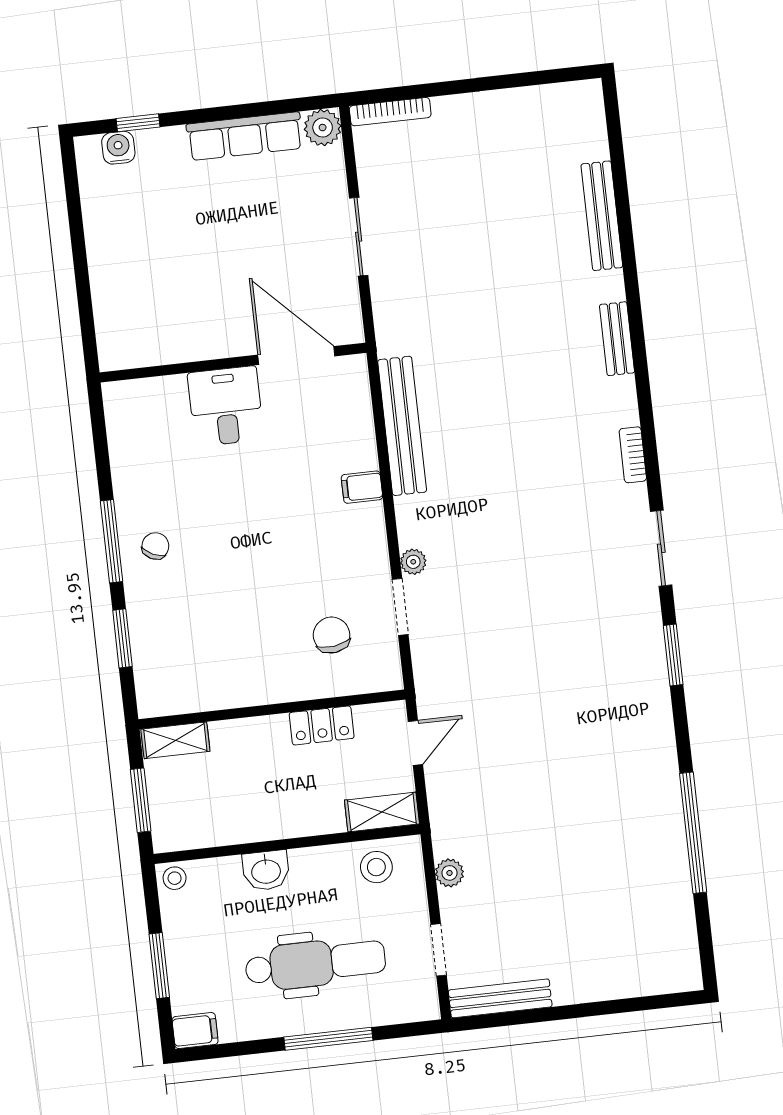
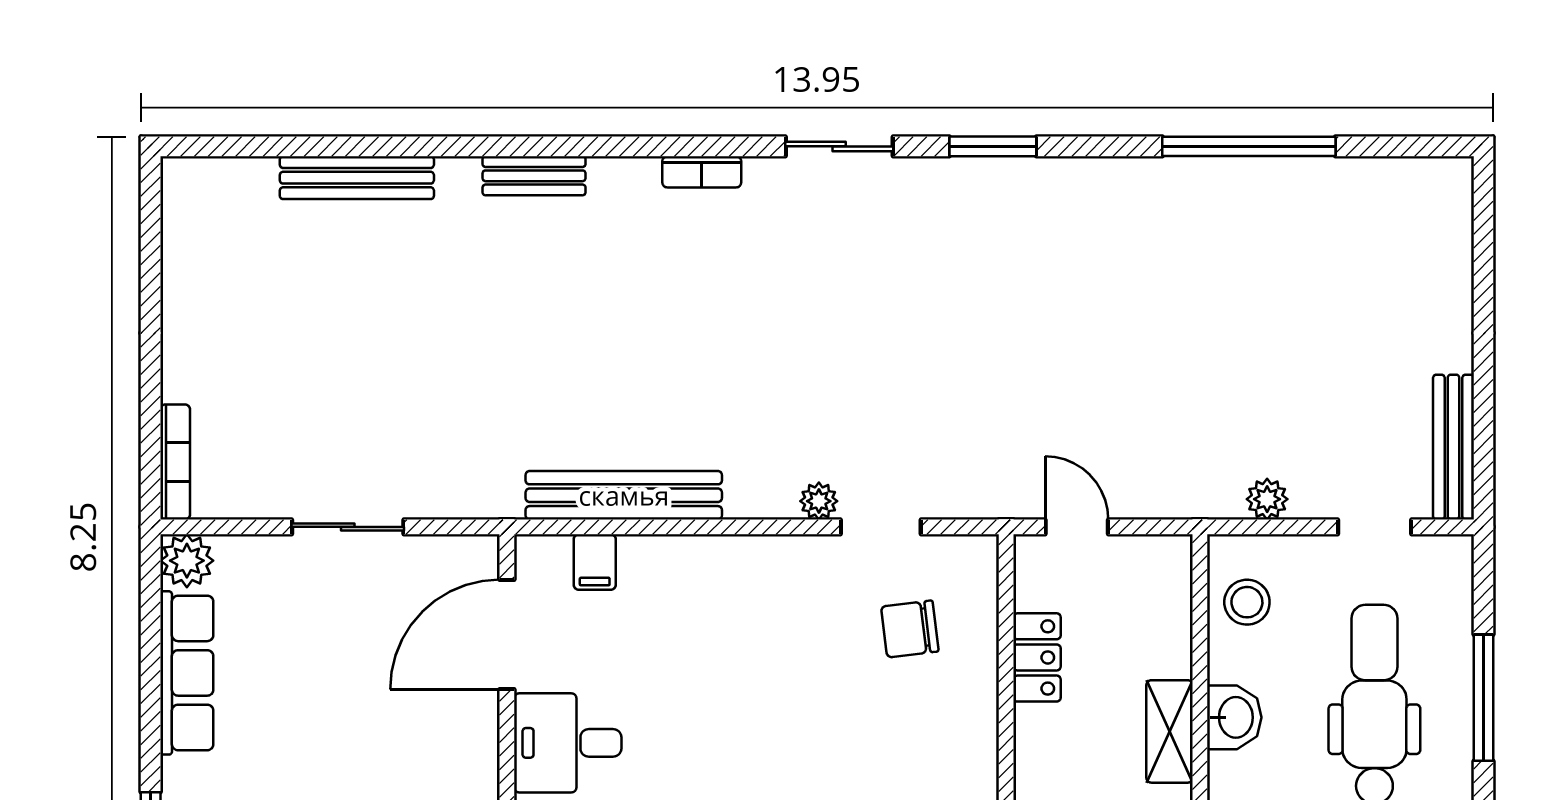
filing cabinet: (362, 487) -> (595, 562), moved
shelving: (382, 812) -> (1170, 731), moved
washbasin: (266, 870) -> (1234, 717), moved

